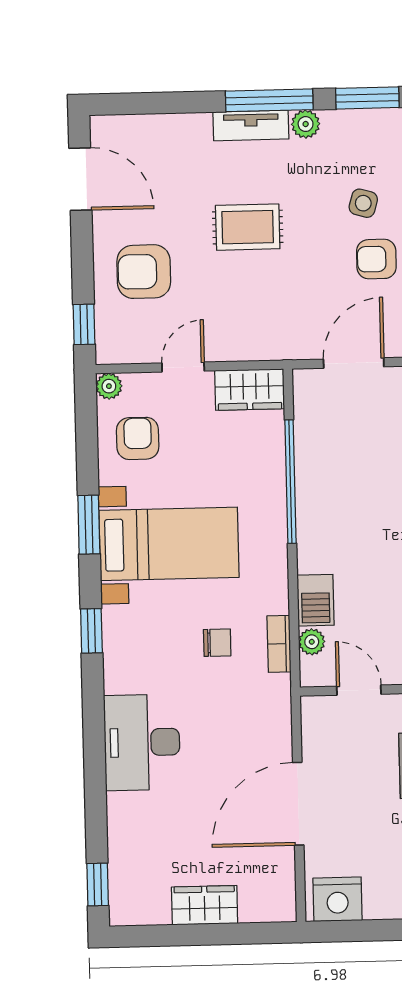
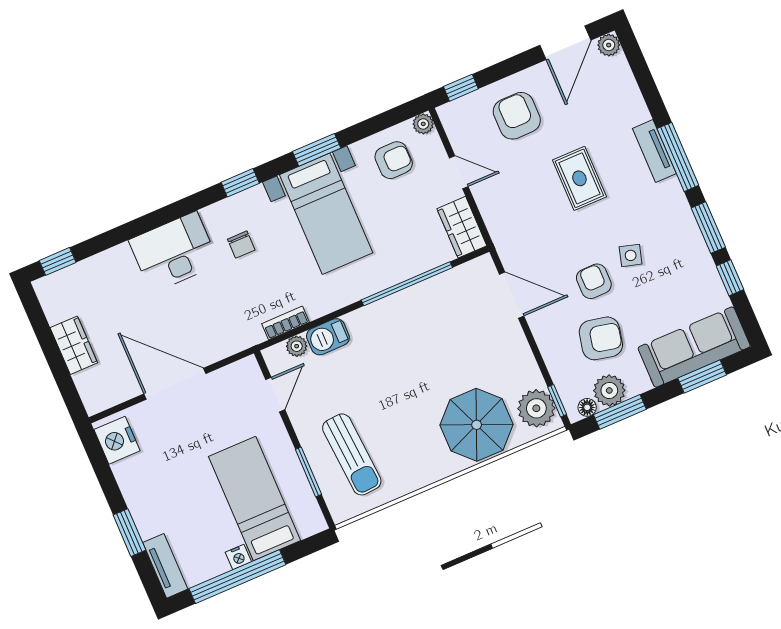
plant: (306, 124) -> (609, 45), moved
chair: (217, 643) -> (241, 245), moved

